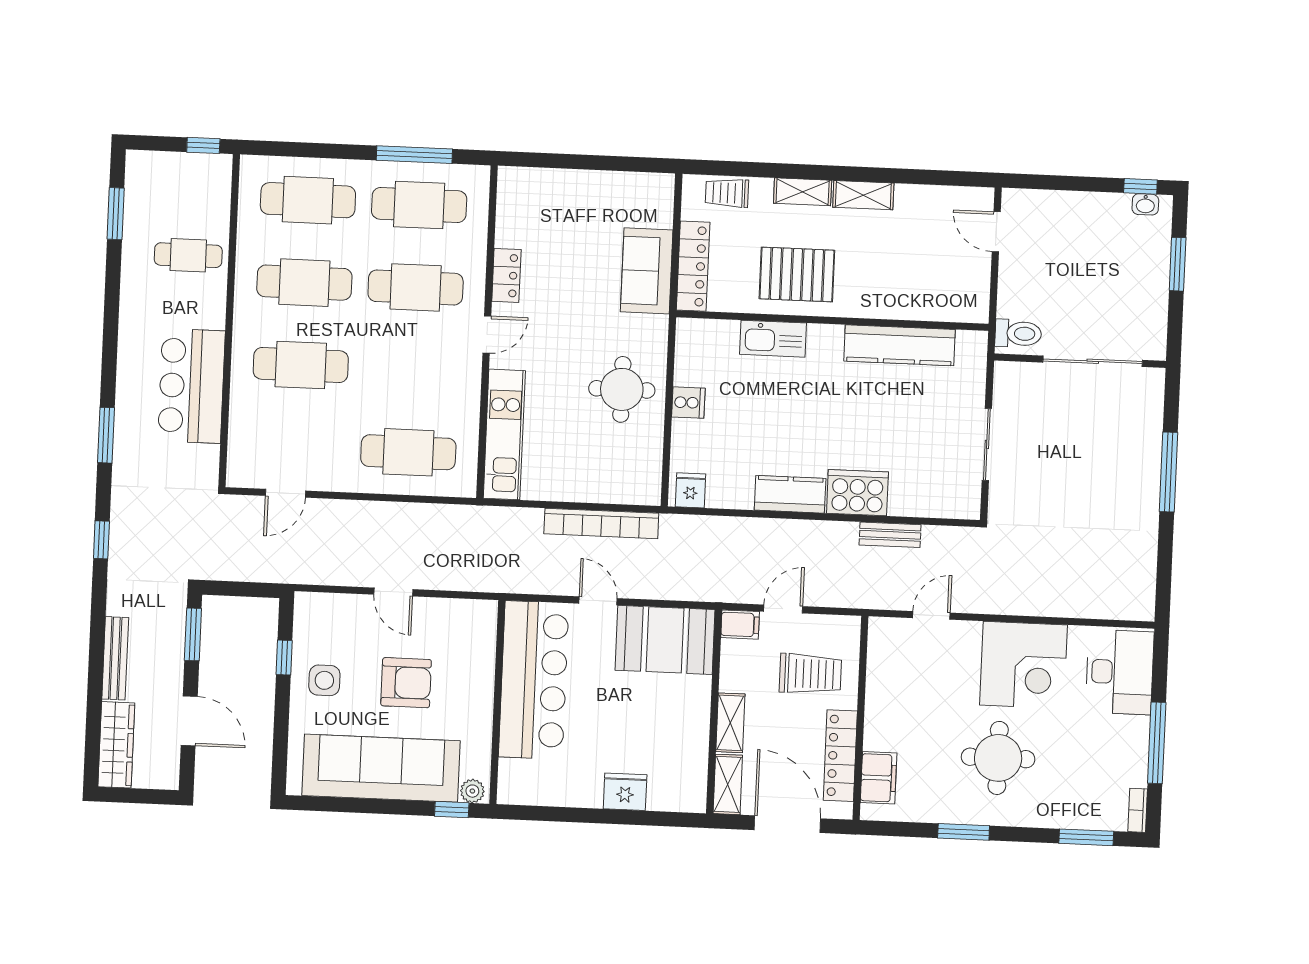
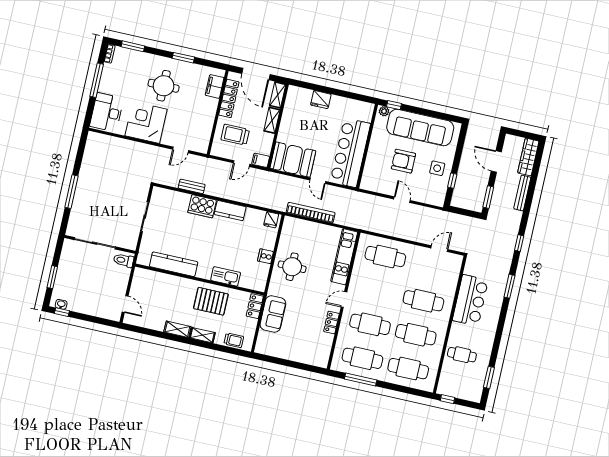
locker: (693, 266) -> (255, 306), width x0.66

